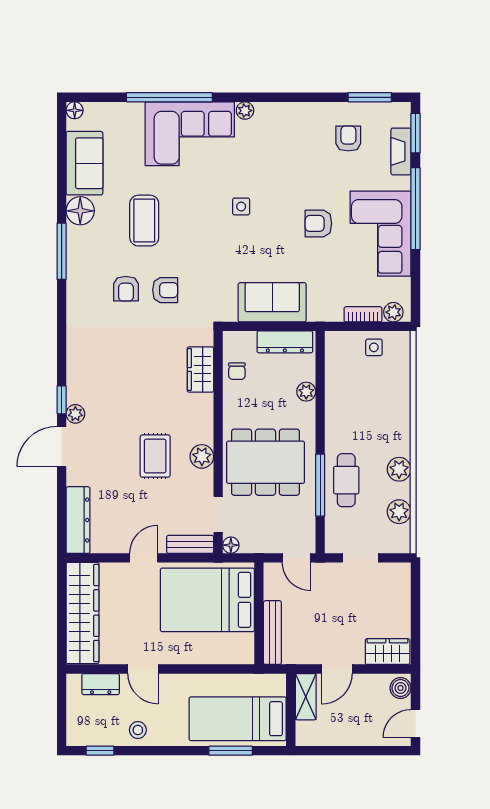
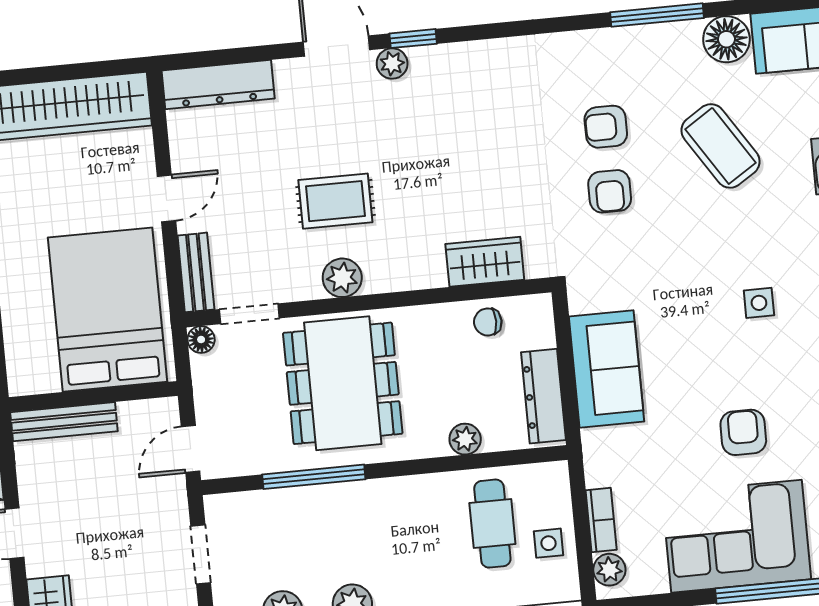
coffee table: (144, 221) -> (720, 146), turned 57
cafe table: (346, 480) -> (492, 524), moved, turned 90
door: (144, 558) -> (166, 198), hinge flipped

